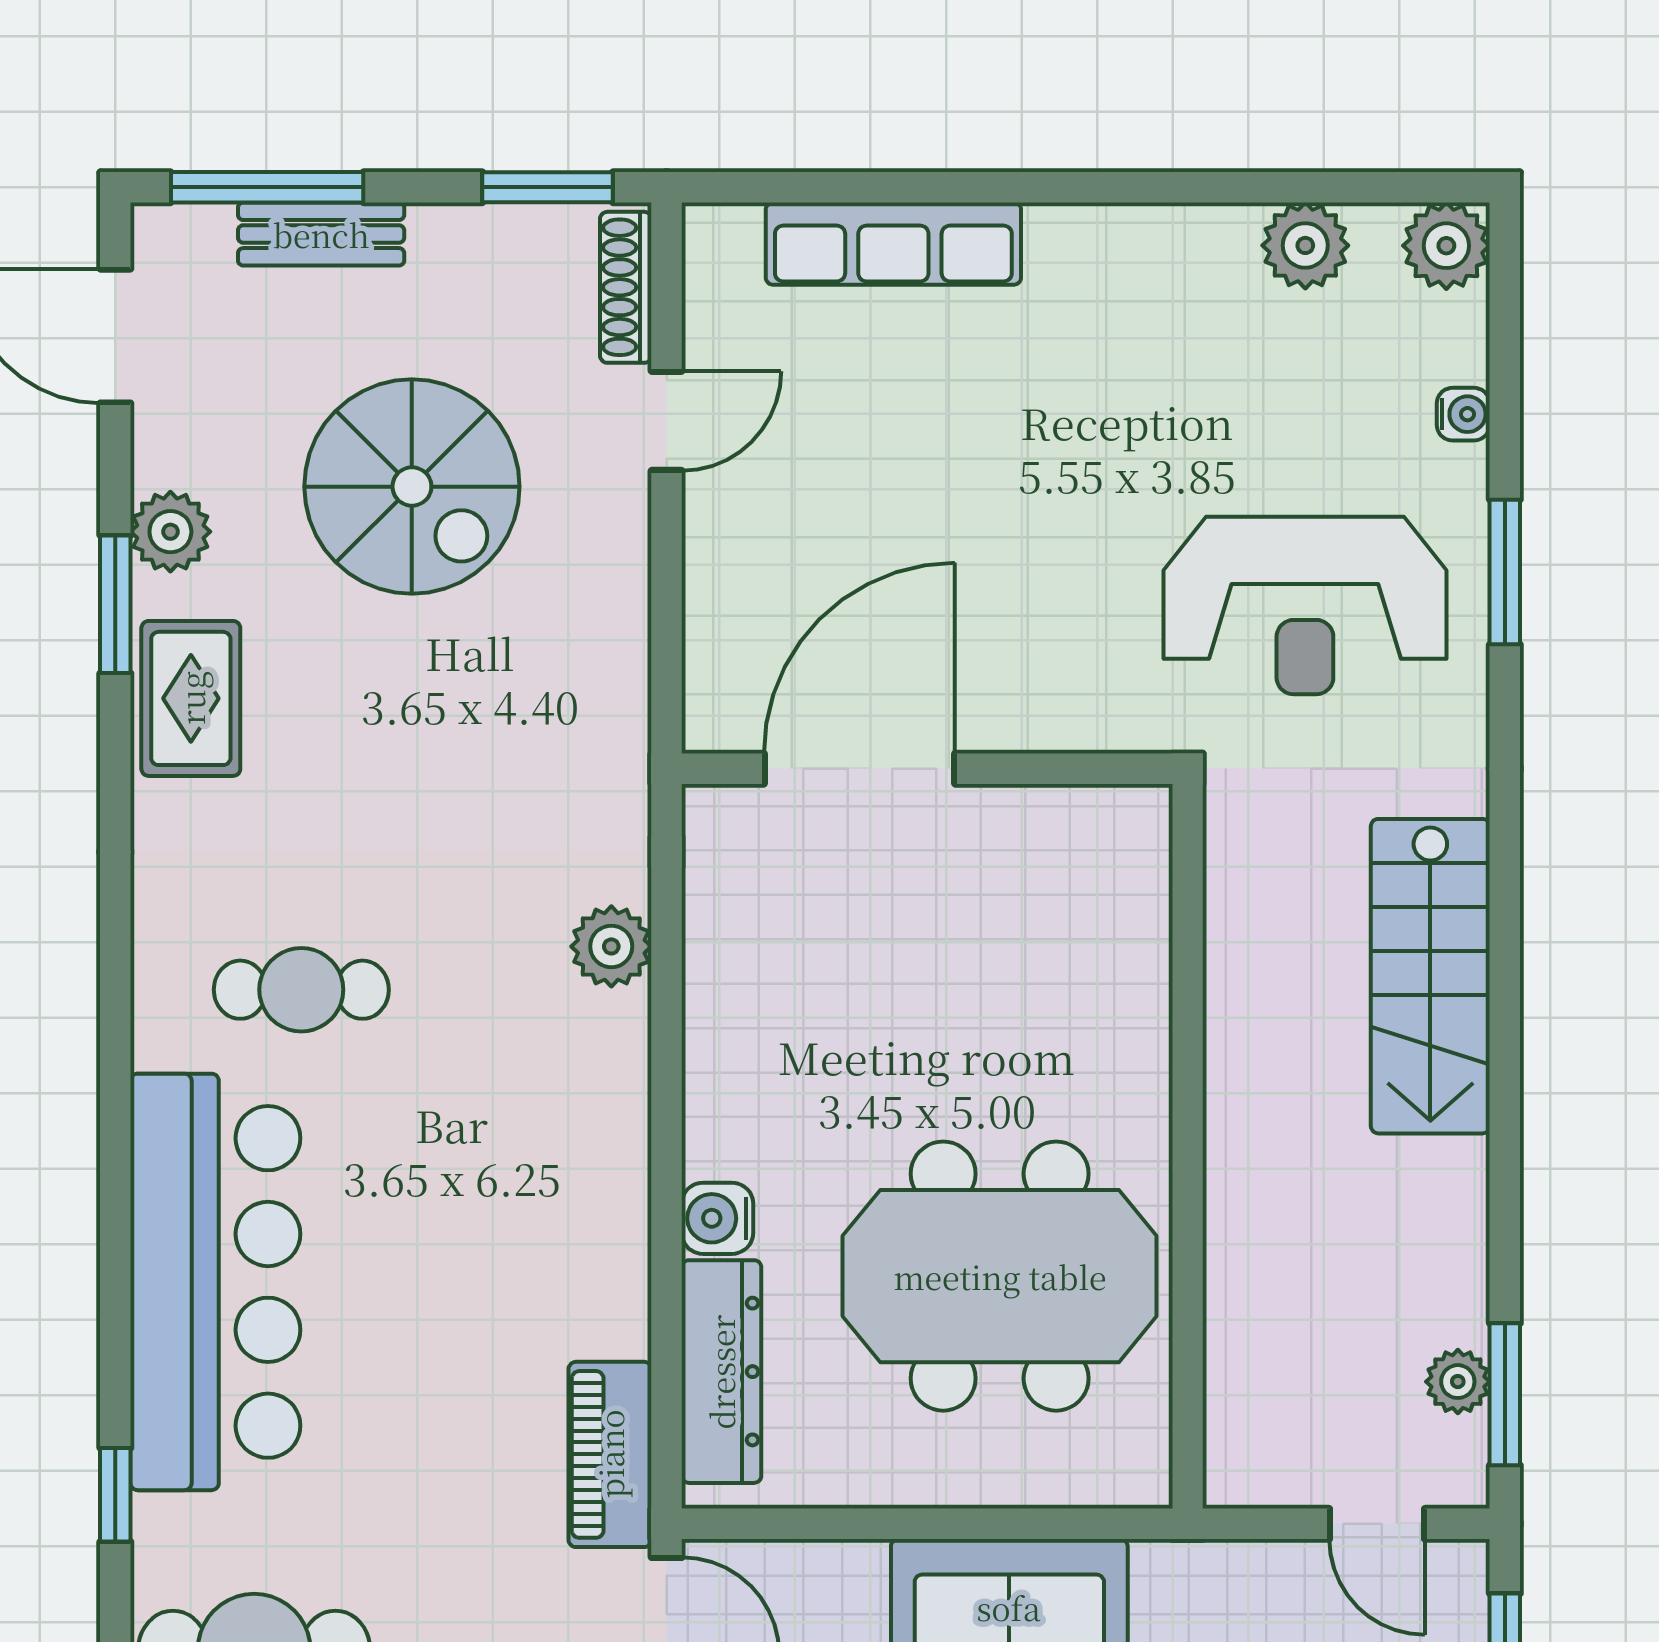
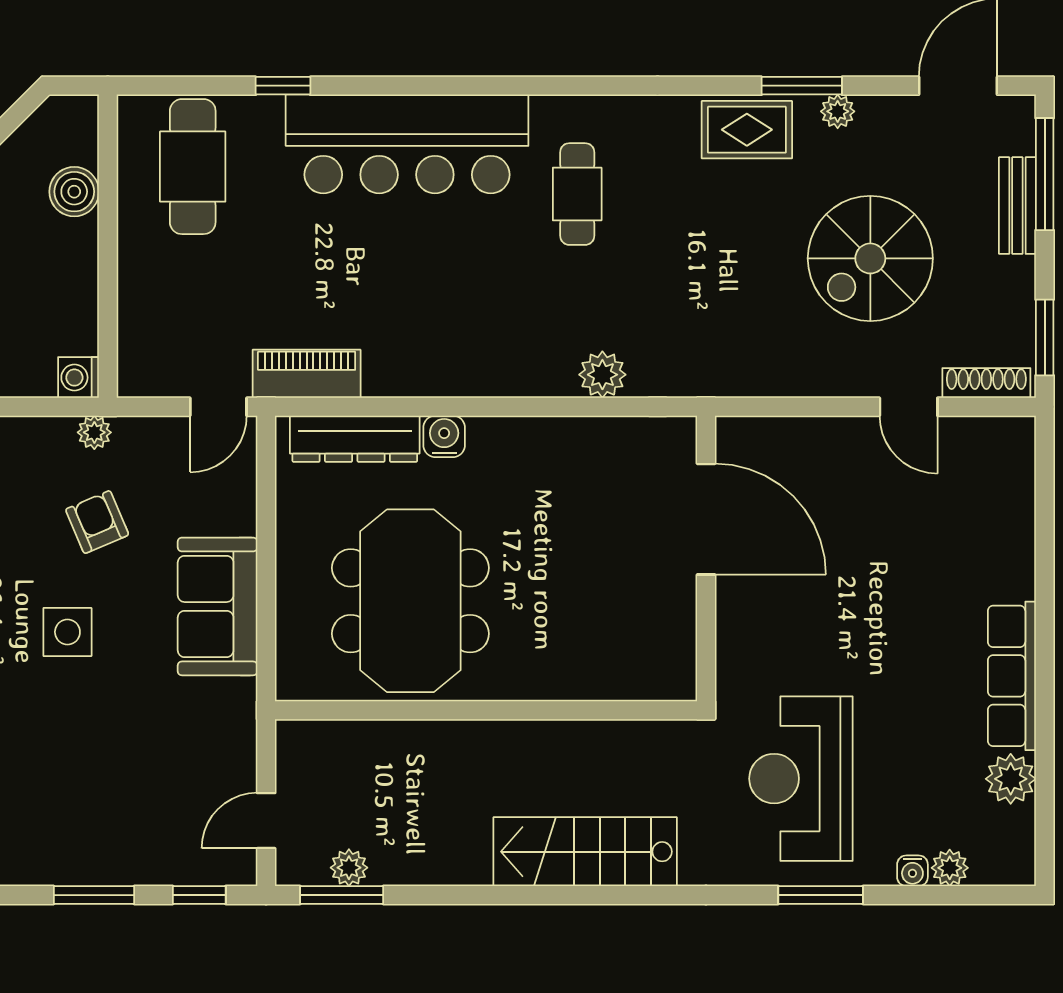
row of seats: (893, 244) -> (1012, 676), moved
plant: (1446, 246) -> (950, 868), moved, width x0.73, depth x0.73
plant: (170, 532) -> (838, 111), width x0.73, depth x0.73

